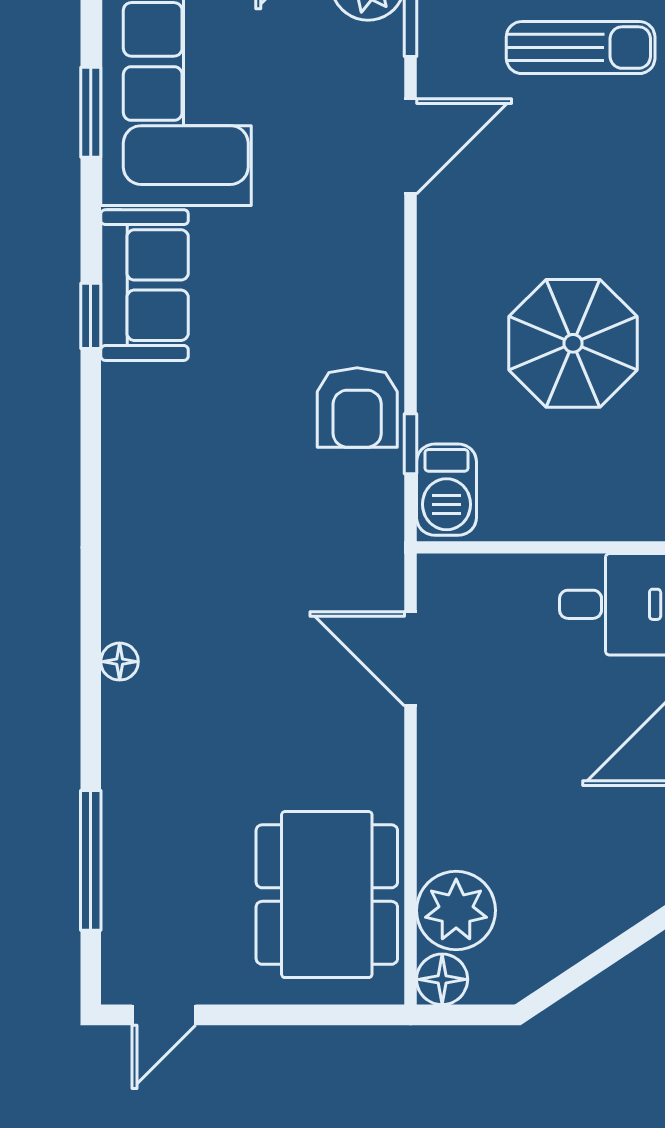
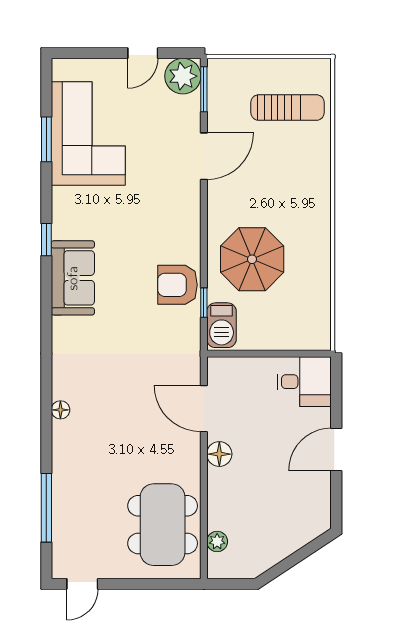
sofa: (145, 285) -> (73, 278), moved
parasol: (573, 343) -> (252, 259), moved
armchair: (357, 408) -> (178, 285), turned 90
plant: (456, 910) -> (217, 542), width x0.53, depth x0.53
floor lamp: (442, 979) -> (219, 454), moved

